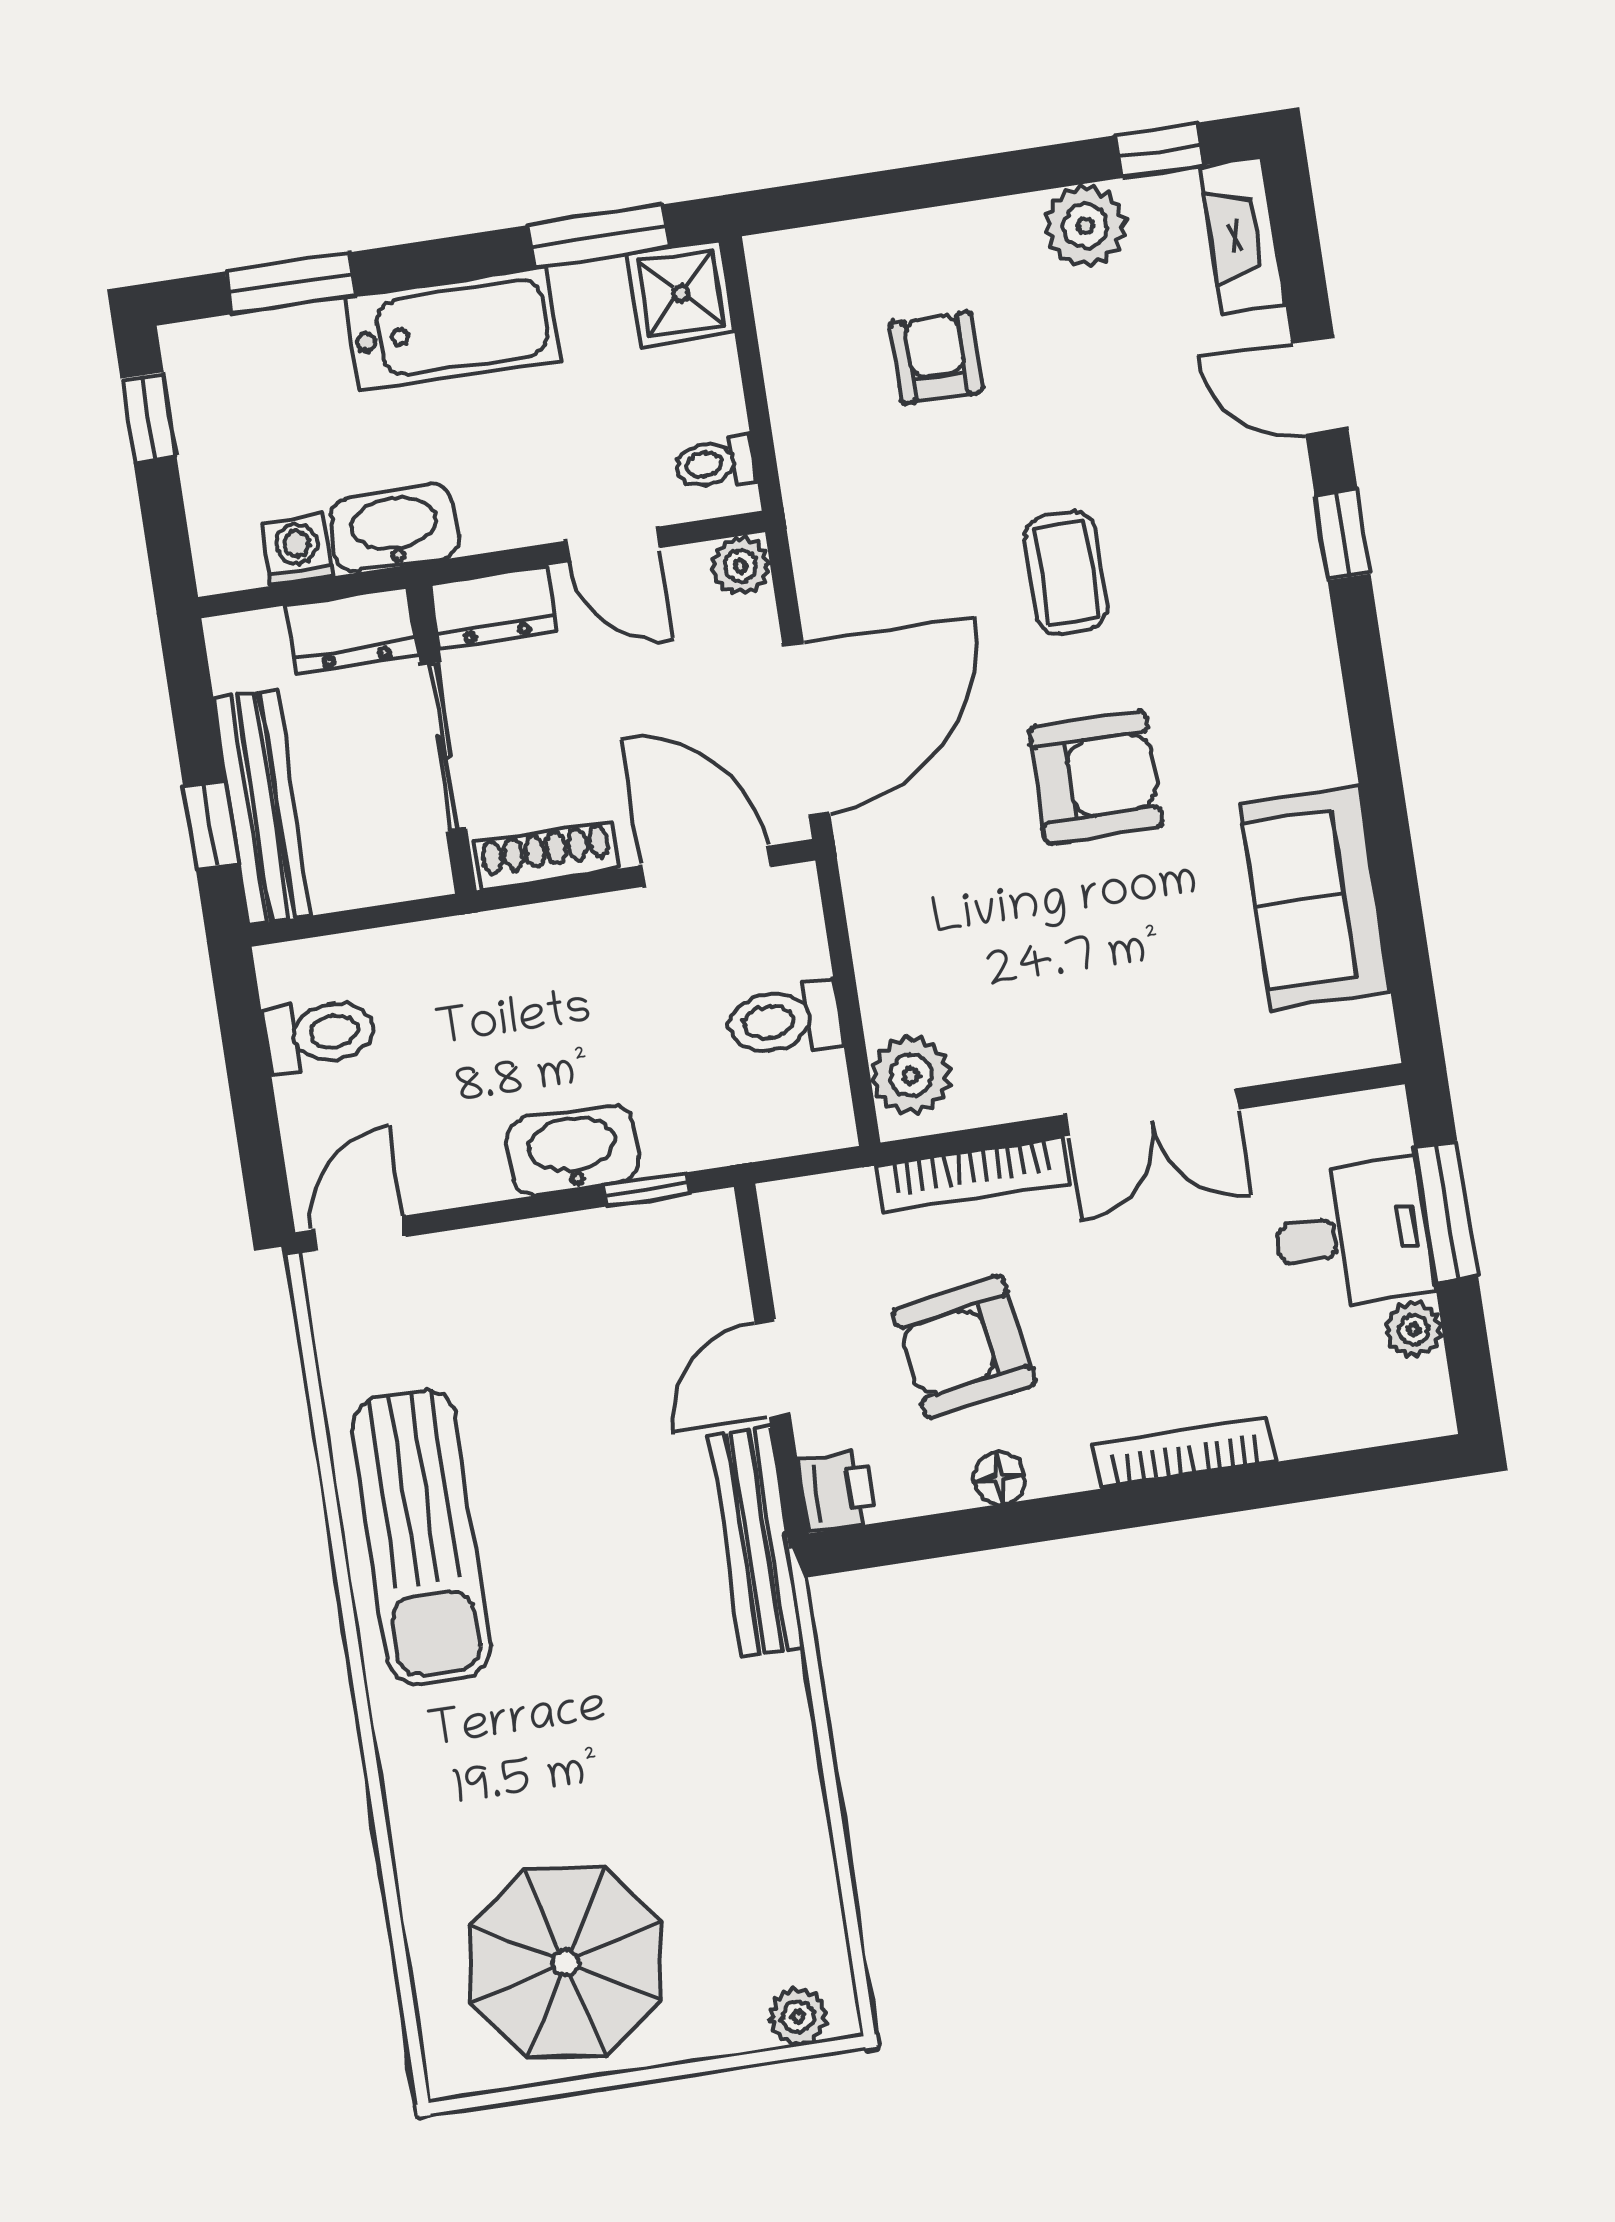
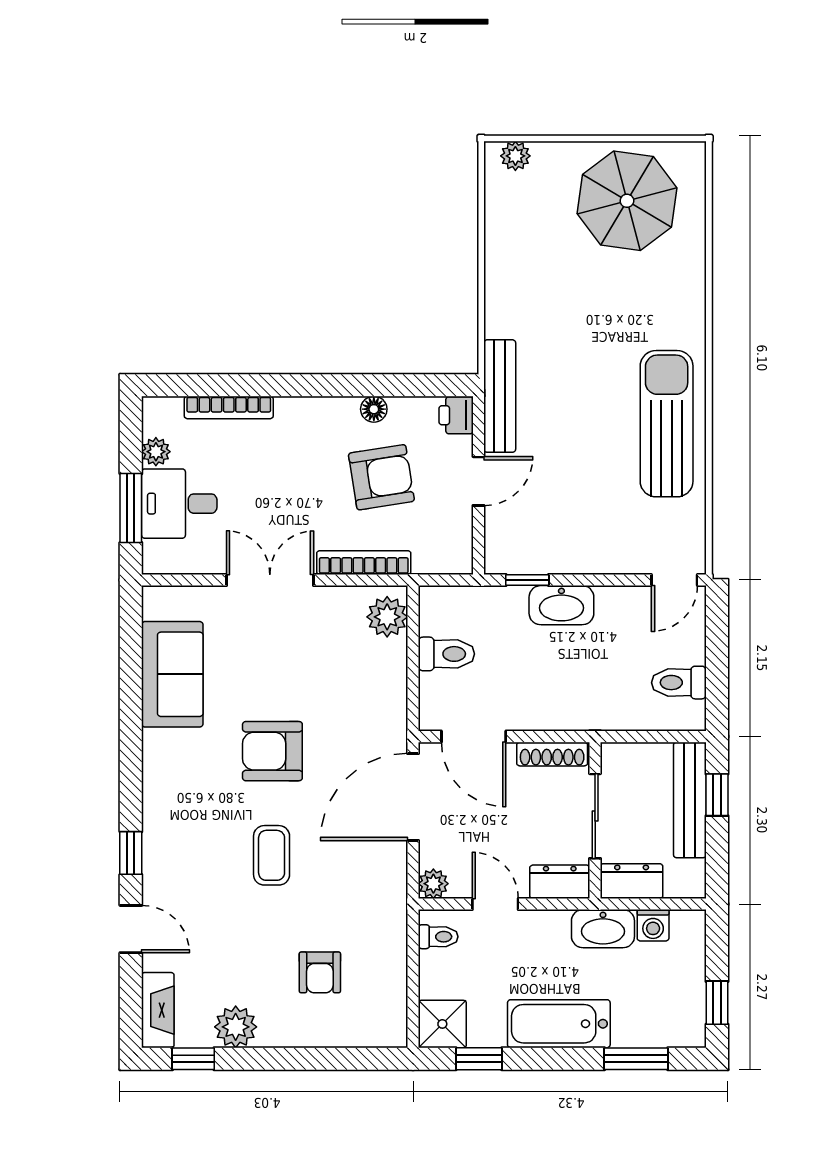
window: (599, 236) -> (479, 1059), width x0.67
bookcase: (1185, 1453) -> (229, 407), moved

